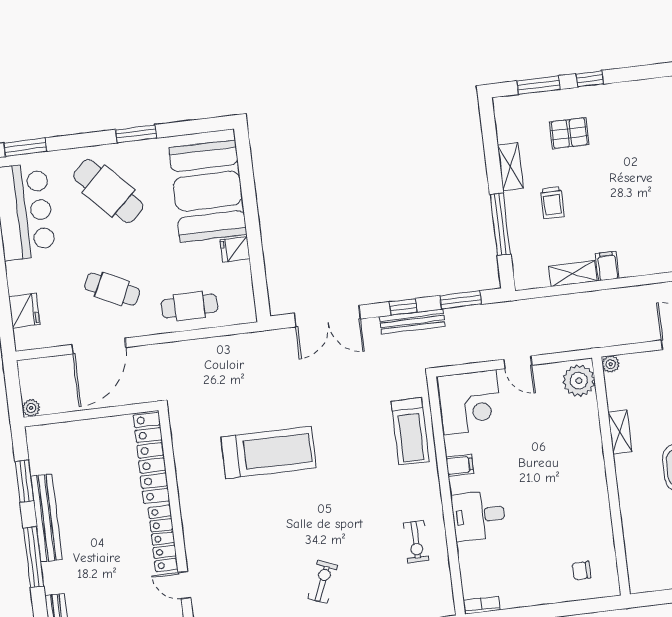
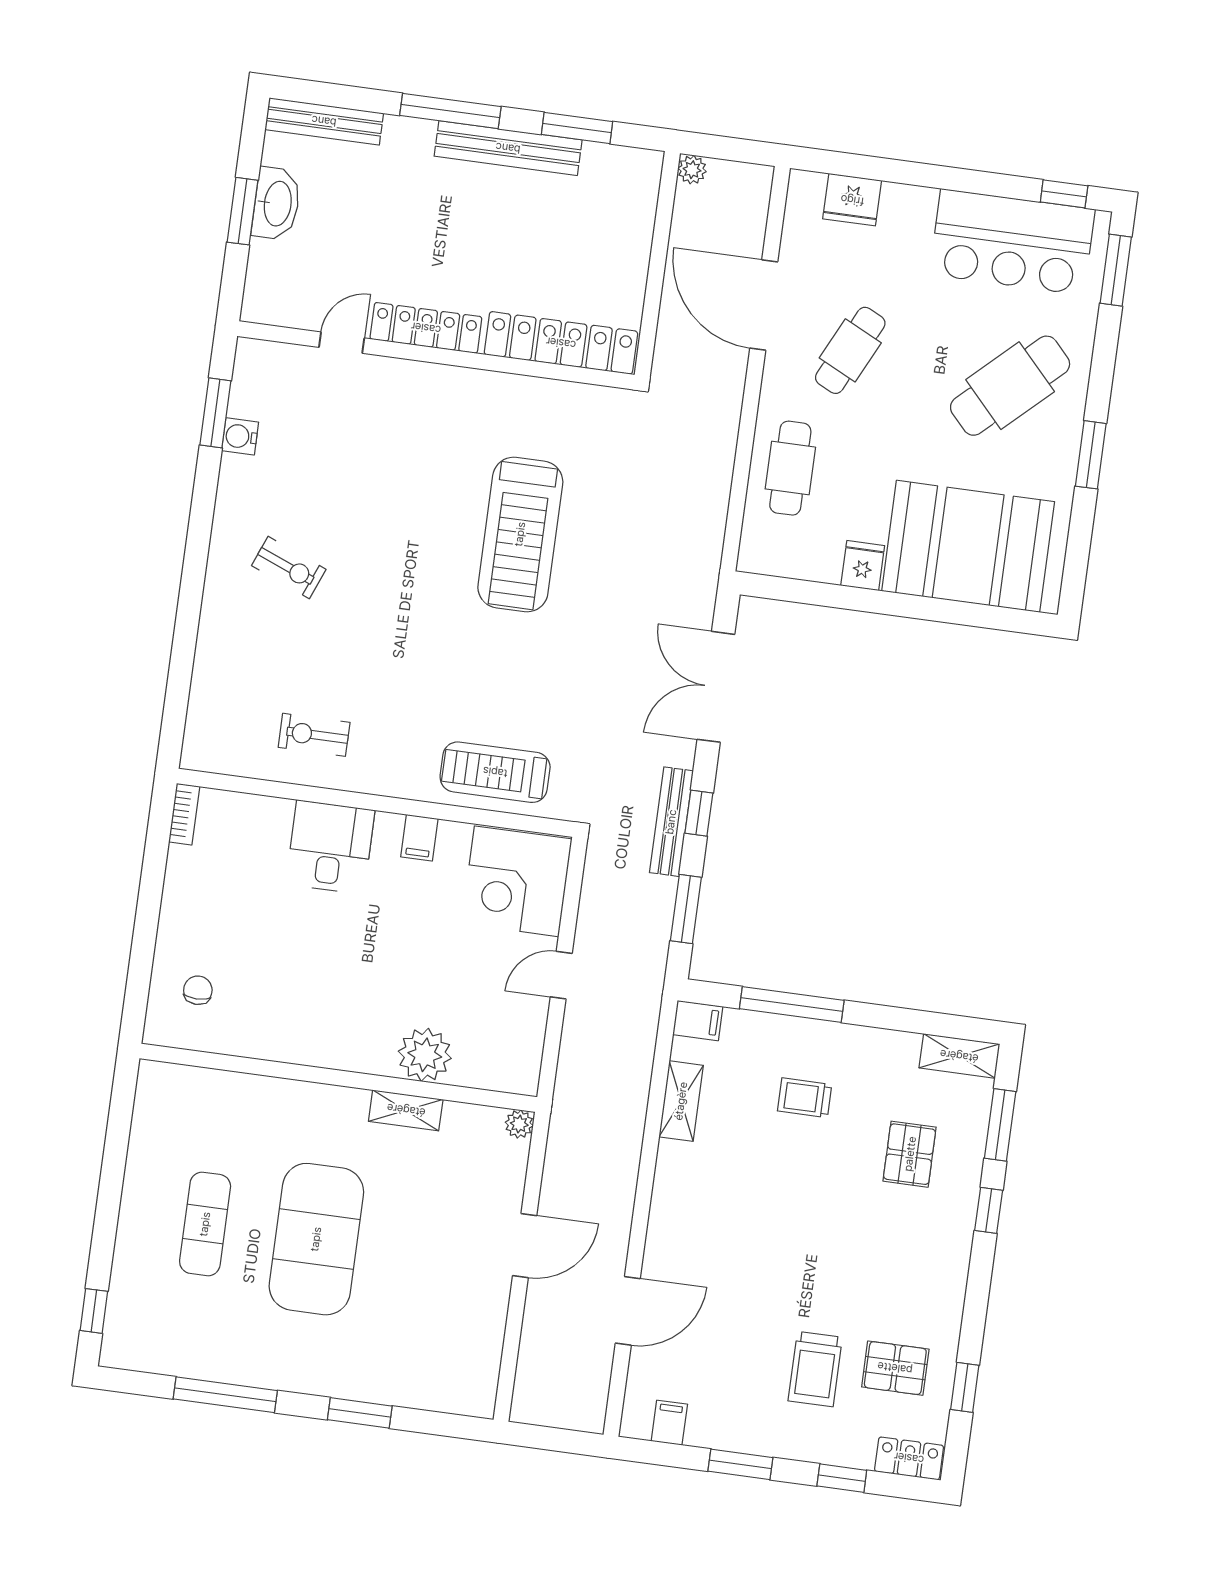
shelving: (510, 167) -> (959, 1056), moved
filing cabinet: (607, 266) -> (698, 1021), moved
plant: (579, 381) -> (425, 1055), moved

